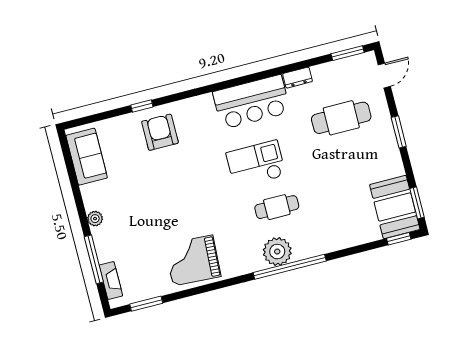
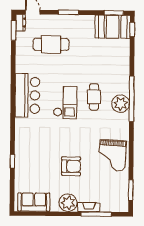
dresser: (298, 78) -> (21, 23), moved
cafe table: (341, 118) -> (51, 44), turned 90
armchair: (160, 132) -> (71, 166), moved, turned 180
checkout: (256, 164) -> (65, 103), turned 180
plant: (95, 219) -> (68, 203), width x1.88, depth x1.88
fireplace: (111, 280) -> (89, 207), moved

